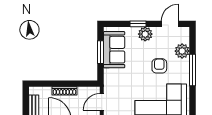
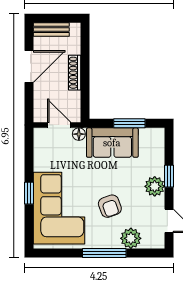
sofa: (114, 50) -> (112, 143), moved
armchair: (159, 66) -> (110, 206), turned 70
floor lamp: (108, 88) -> (79, 134), added

